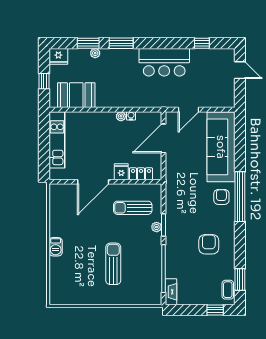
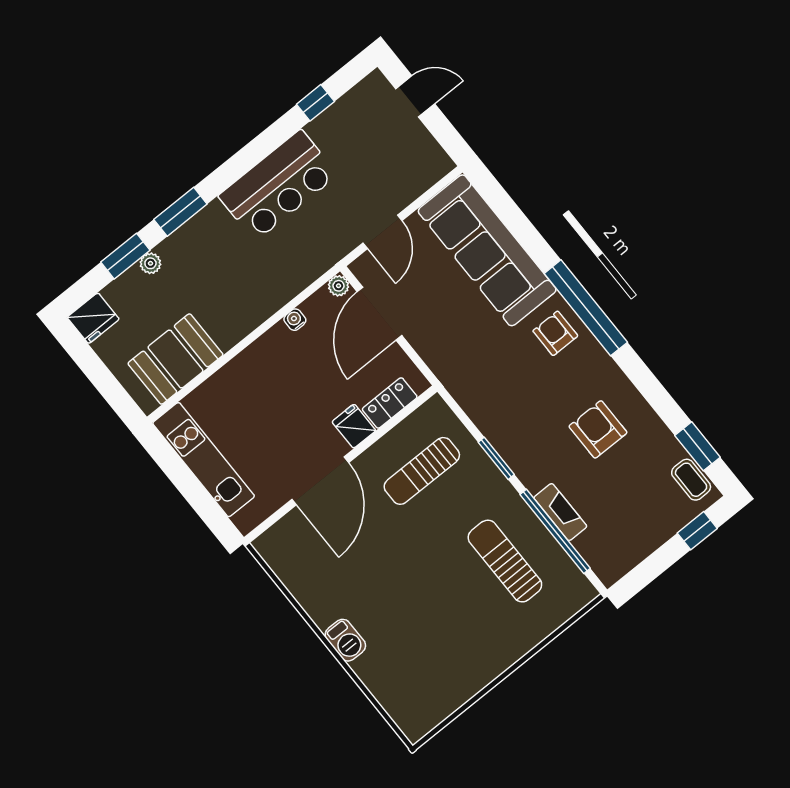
window: (44, 81) -> (103, 379), removed
plant: (121, 116) -> (338, 286), moved
plant: (157, 227) -> (487, 471), removed
sun lounger: (113, 264) -> (505, 561), moved
fireplace: (171, 292) -> (560, 512), moved

